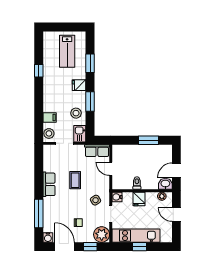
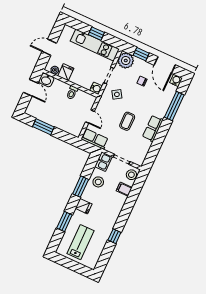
door: (176, 170) -> (31, 88), hinge flipped
fridge: (139, 199) -> (66, 72), moved
door: (176, 215) -> (49, 47), swing flipped

